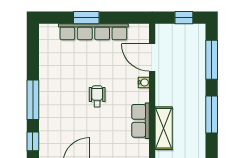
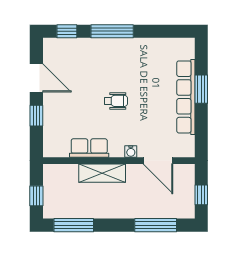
door: (152, 57) -> (158, 161), swing flipped
window: (212, 114) -> (74, 225), moved
shelving: (164, 128) -> (102, 173), moved

